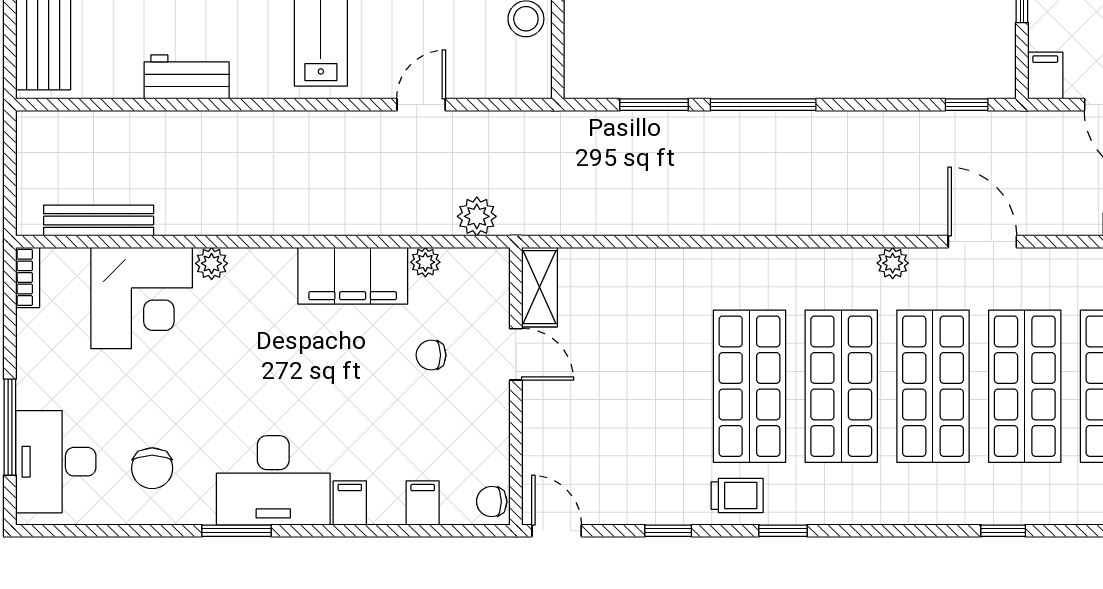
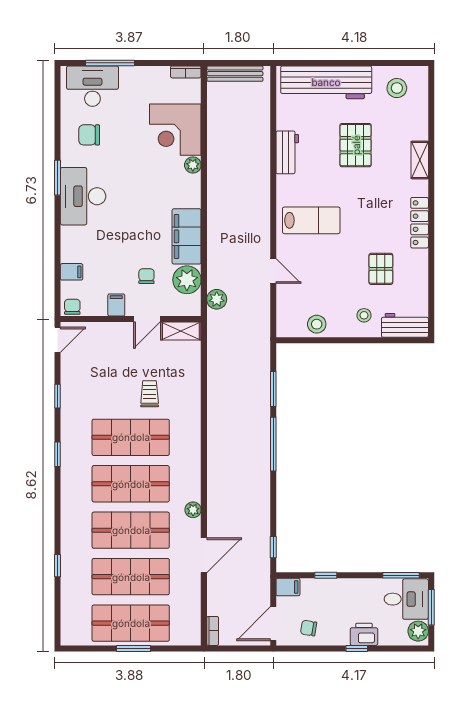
bench: (99, 221) -> (235, 74), moved, turned 90
plant: (425, 262) -> (187, 280), width x1.87, depth x1.87
trolley: (737, 496) -> (150, 394), moved, turned 180
filing cabinet: (350, 503) -> (116, 305), moved, turned -90

